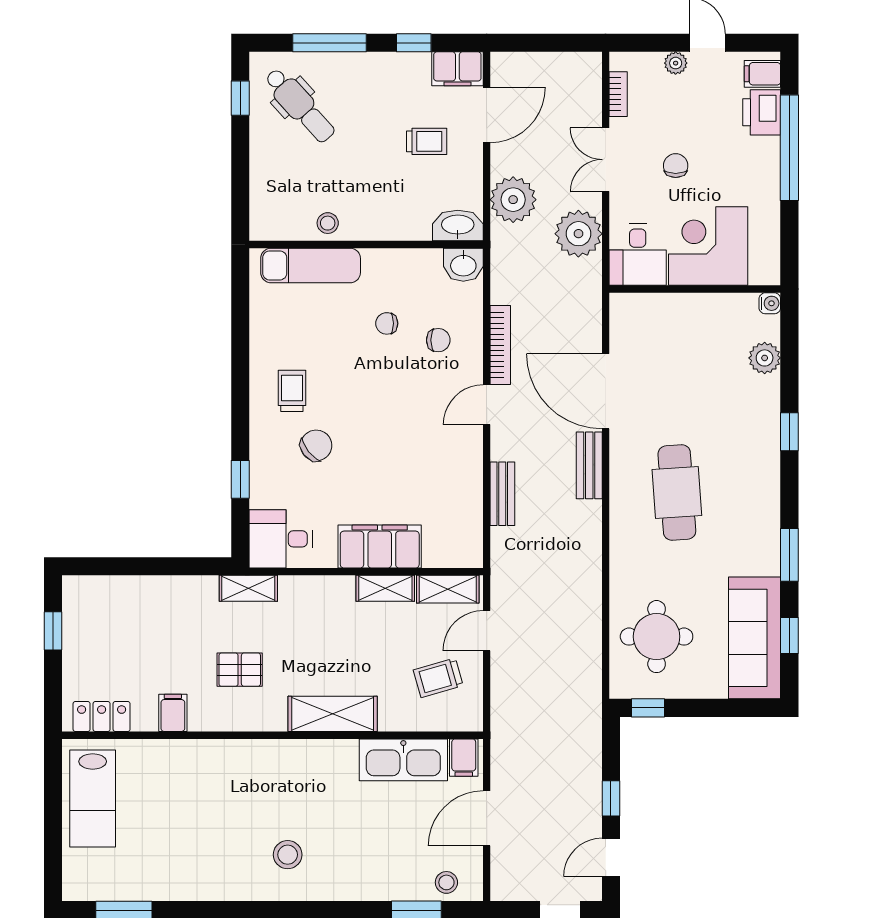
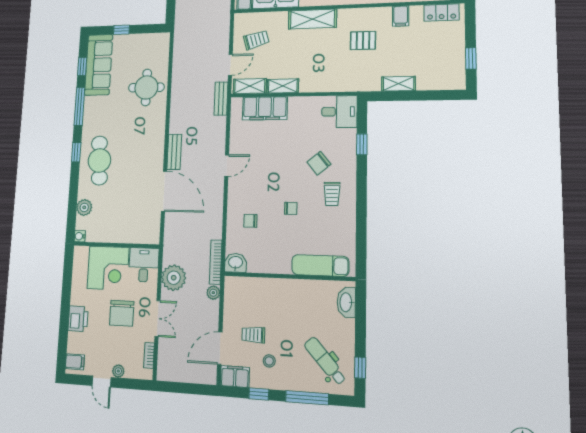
printer: (762, 112) -> (78, 319), moved
window: (789, 148) -> (64, 320), removed
chair: (676, 166) -> (122, 313), width x1.87, depth x1.87
plant: (513, 200) -> (213, 293), width x0.53, depth x0.53
stool: (328, 223) -> (269, 361), moved
washbasin: (458, 225) -> (346, 302), moved, turned 90
chair: (387, 323) -> (291, 208), moved
bookcase: (500, 345) -> (216, 262), moved
door: (487, 405) -> (227, 166), moved
window: (789, 432) -> (76, 152), moved
cafe table: (677, 493) -> (99, 161), moved
bench: (502, 494) -> (221, 99), moved
filing cabinet: (380, 547) -> (265, 108), moved
window: (789, 555) -> (79, 106), width x1.44
shelving: (248, 588) -> (399, 84), moved
round table: (657, 637) -> (146, 87), moved
window: (648, 708) -> (121, 30), moved

